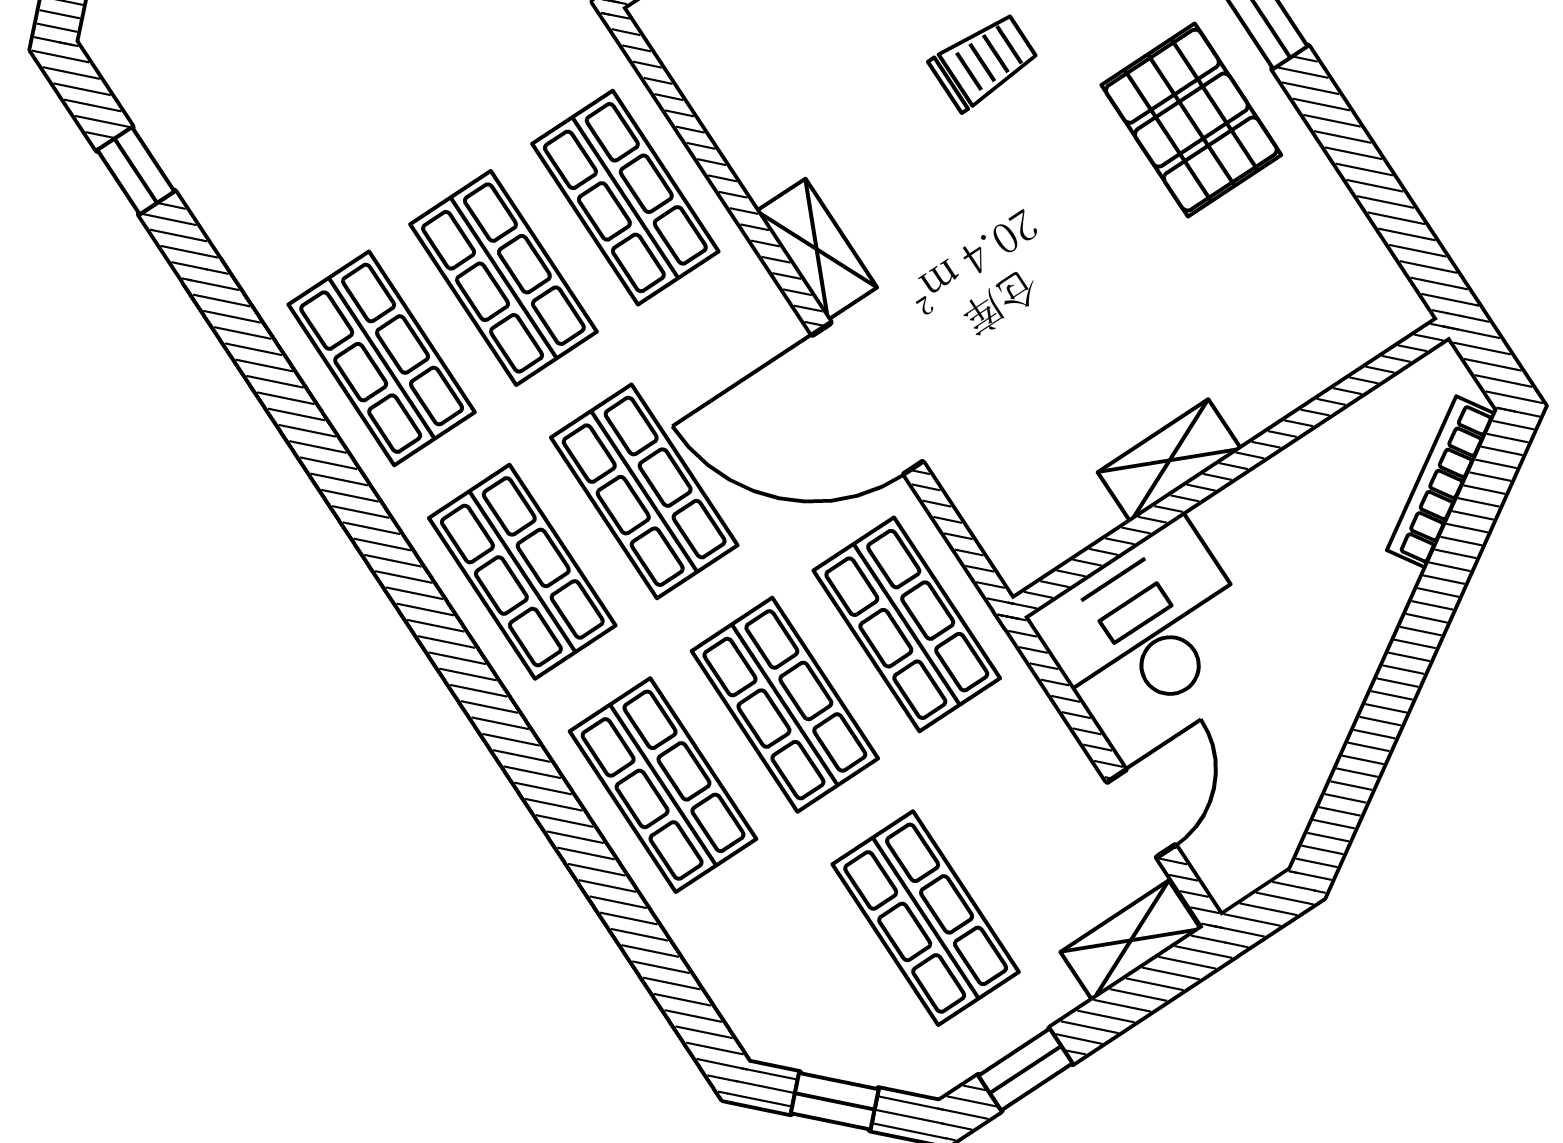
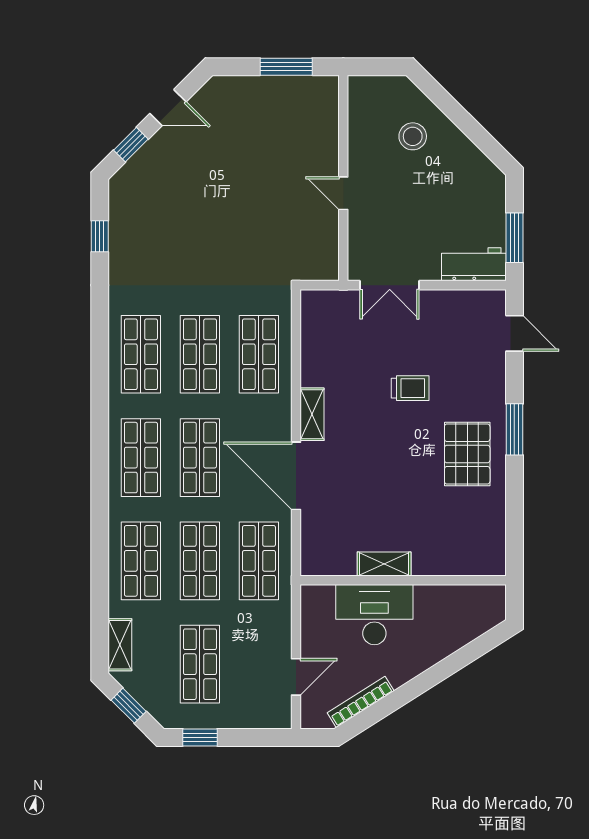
bookcase: (1441, 482) -> (361, 702), moved
desk: (1145, 627) -> (374, 615), moved
shelving: (1131, 940) -> (120, 645), moved, turned 90

